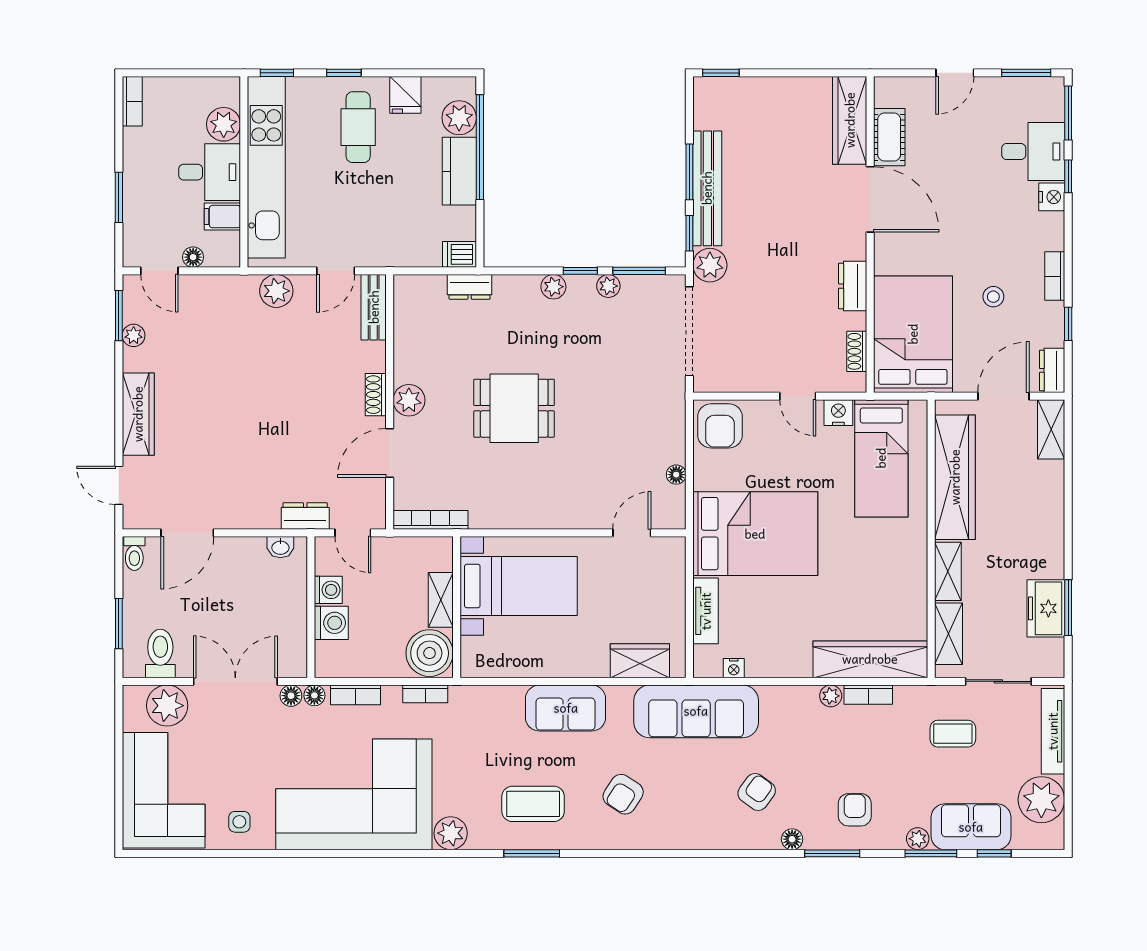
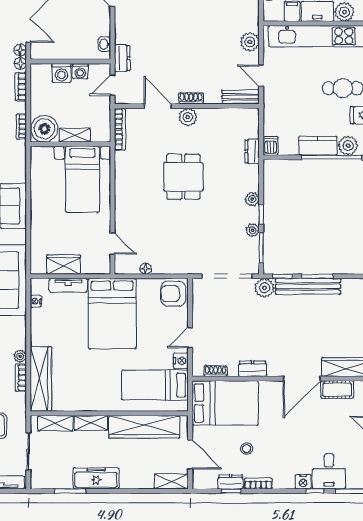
dresser: (1052, 370) -> (231, 482), moved
freezer: (1046, 608) -> (96, 478), moved, width x1.40
wardrobe: (640, 661) -> (64, 265), moved, turned -90

